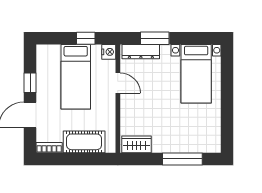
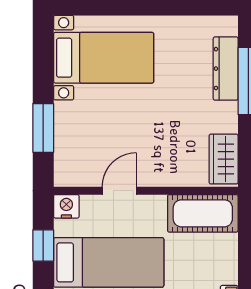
dresser: (141, 52) -> (226, 69), moved, turned 180
cot: (84, 142) -> (203, 213), moved, turned 90

